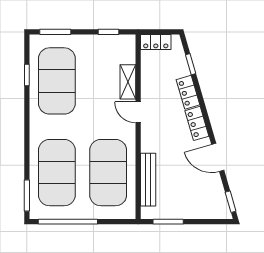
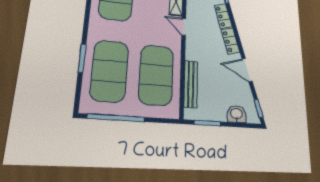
window: (27, 195) -> (82, 58), moved
washbasin: (203, 210) -> (237, 114), added

